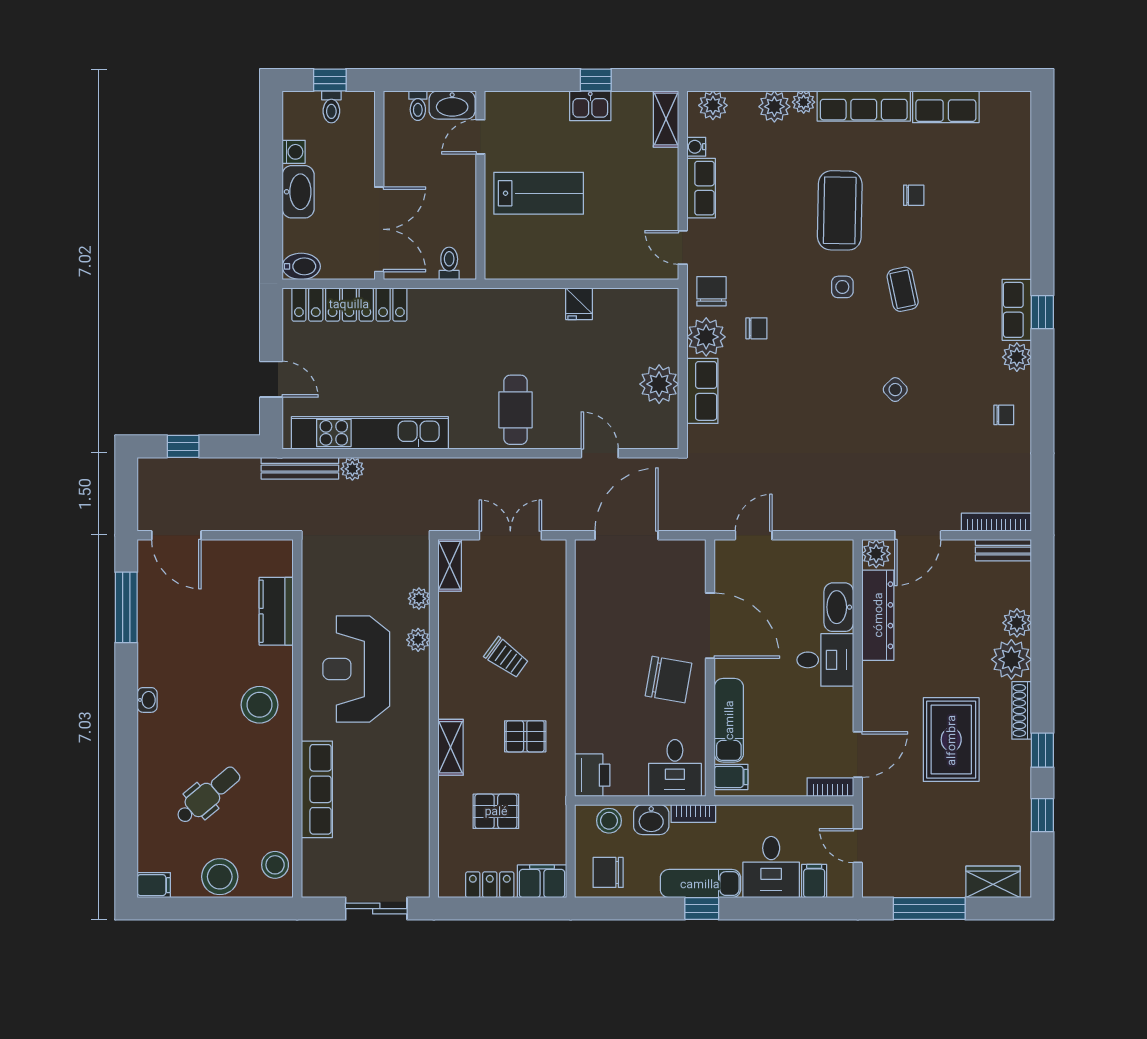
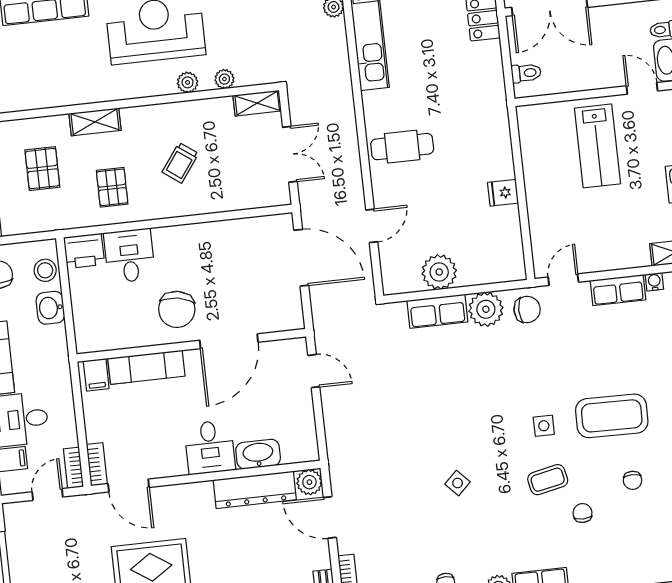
chair: (756, 328) -> (583, 513), moved, turned 180
desk: (675, 768) -> (129, 256), moved, turned 90
bookcase: (693, 814) -> (73, 468), moved

